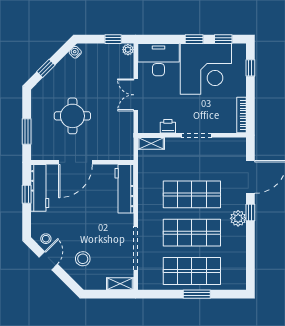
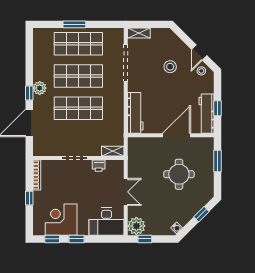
plant: (128, 50) -> (136, 226), width x1.87, depth x1.87
window: (250, 68) -> (29, 198), moved
corner desk: (206, 69) -> (61, 220), width x0.74, depth x0.74
stool: (83, 259) -> (170, 67), moved

